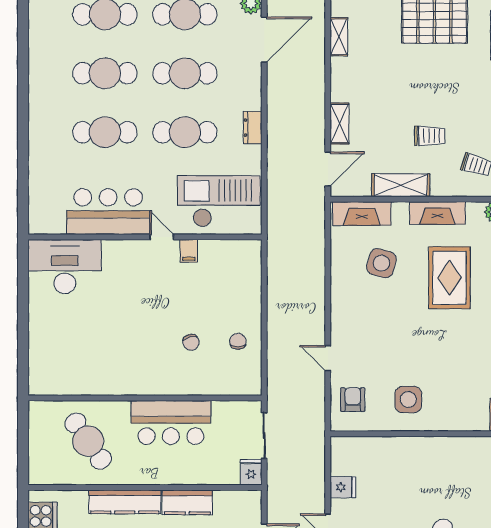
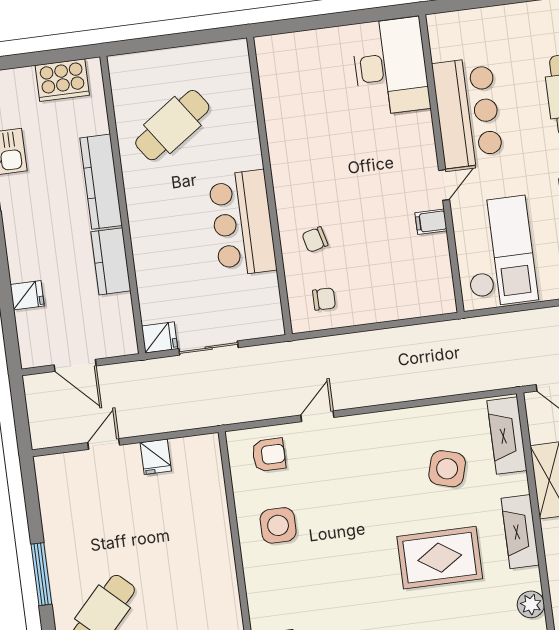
wall: (145, 398) -> (269, 186), moved
bar counter: (171, 422) -> (243, 223), moved

